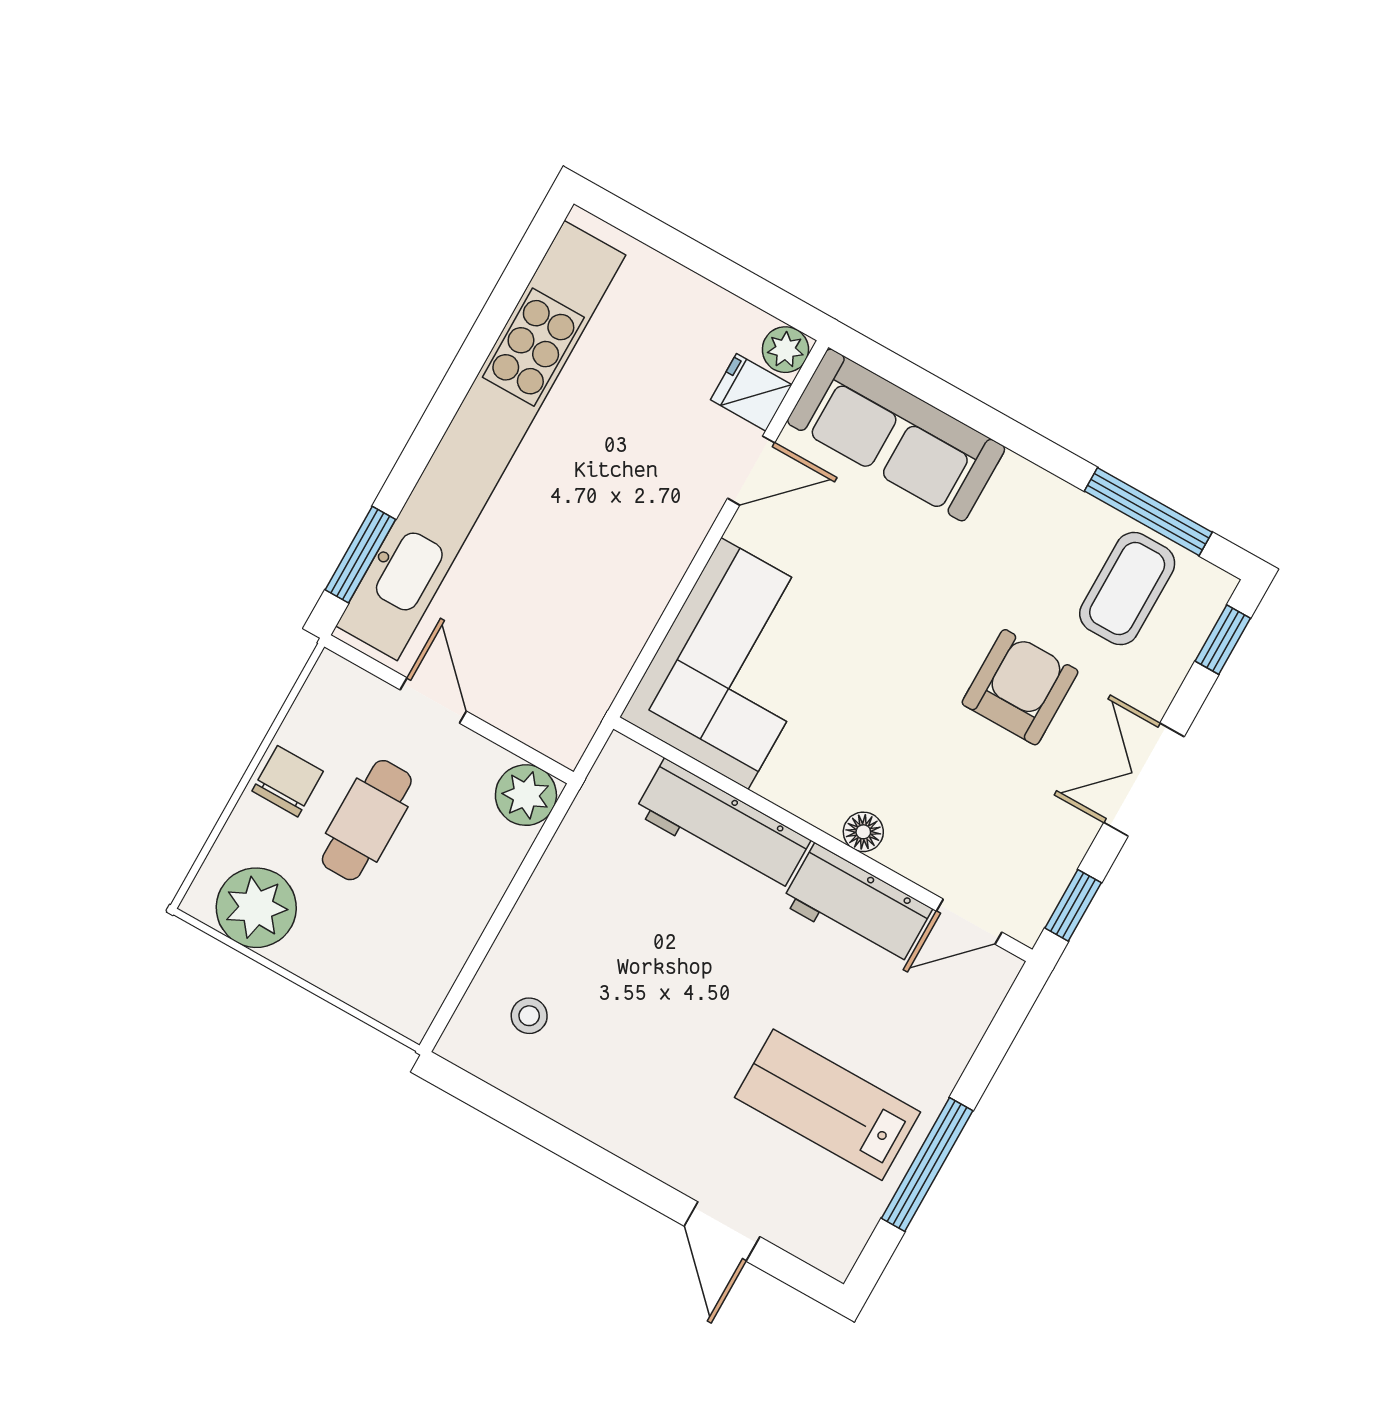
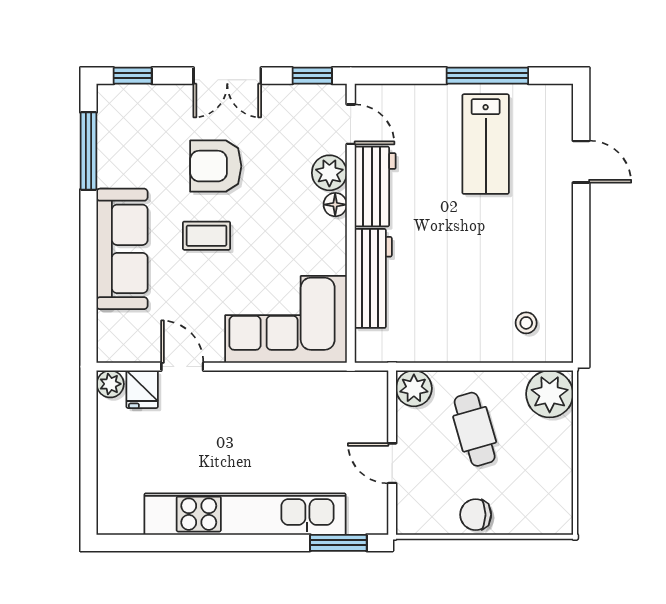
sofa: (896, 435) -> (122, 249), moved
kitchen unit: (481, 441) -> (245, 514), width x0.73
coffee table: (1127, 589) -> (207, 236), moved, width x0.73, depth x0.77
door: (433, 700) -> (392, 463), hinge flipped
cafe table: (367, 820) -> (475, 429), moved, turned 74
plant: (915, 850) -> (329, 173), added
plant: (256, 908) -> (550, 394), moved
door: (722, 1231) -> (581, 162), hinge flipped

